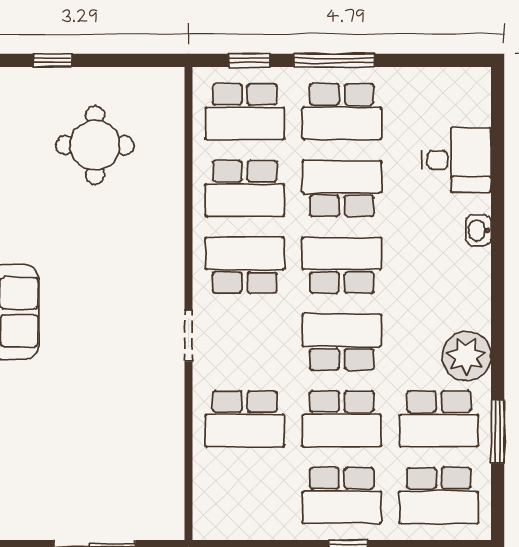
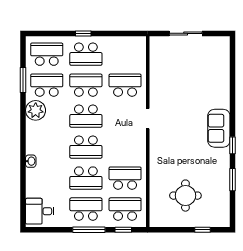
desk: (456, 160) -> (40, 211), moved
school desk: (245, 265) -> (125, 147), removed
school desk: (342, 496) -> (86, 54), turned 180

